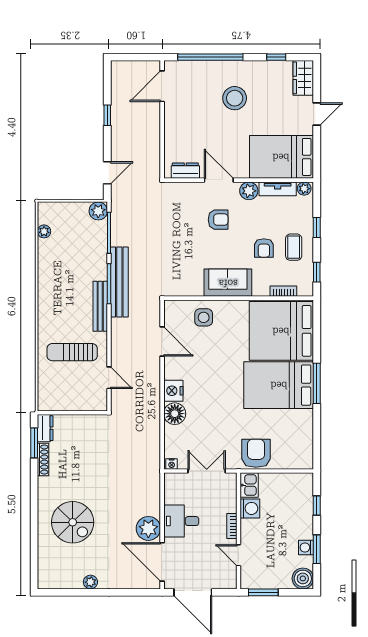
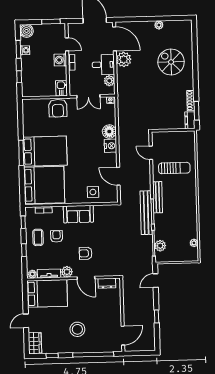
plant: (98, 211) -> (160, 246), moved
plant: (172, 495) -> (109, 81), added
washing machine: (250, 508) -> (60, 60), moved

